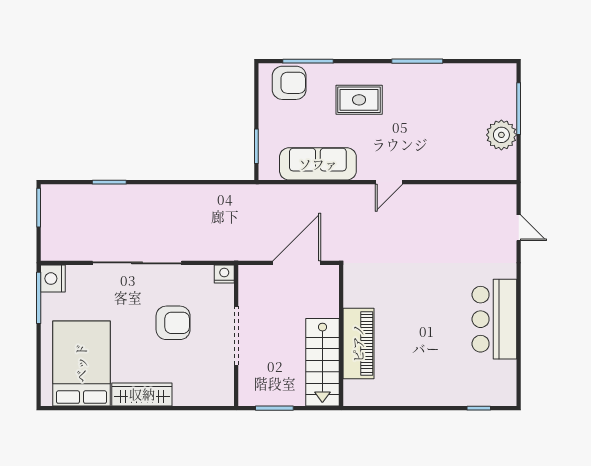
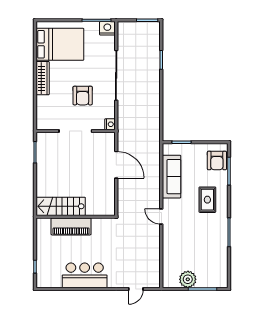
wall: (341, 335) -> (76, 217), moved
piano: (358, 343) -> (71, 226), moved
stairs: (322, 362) -> (61, 206), moved

